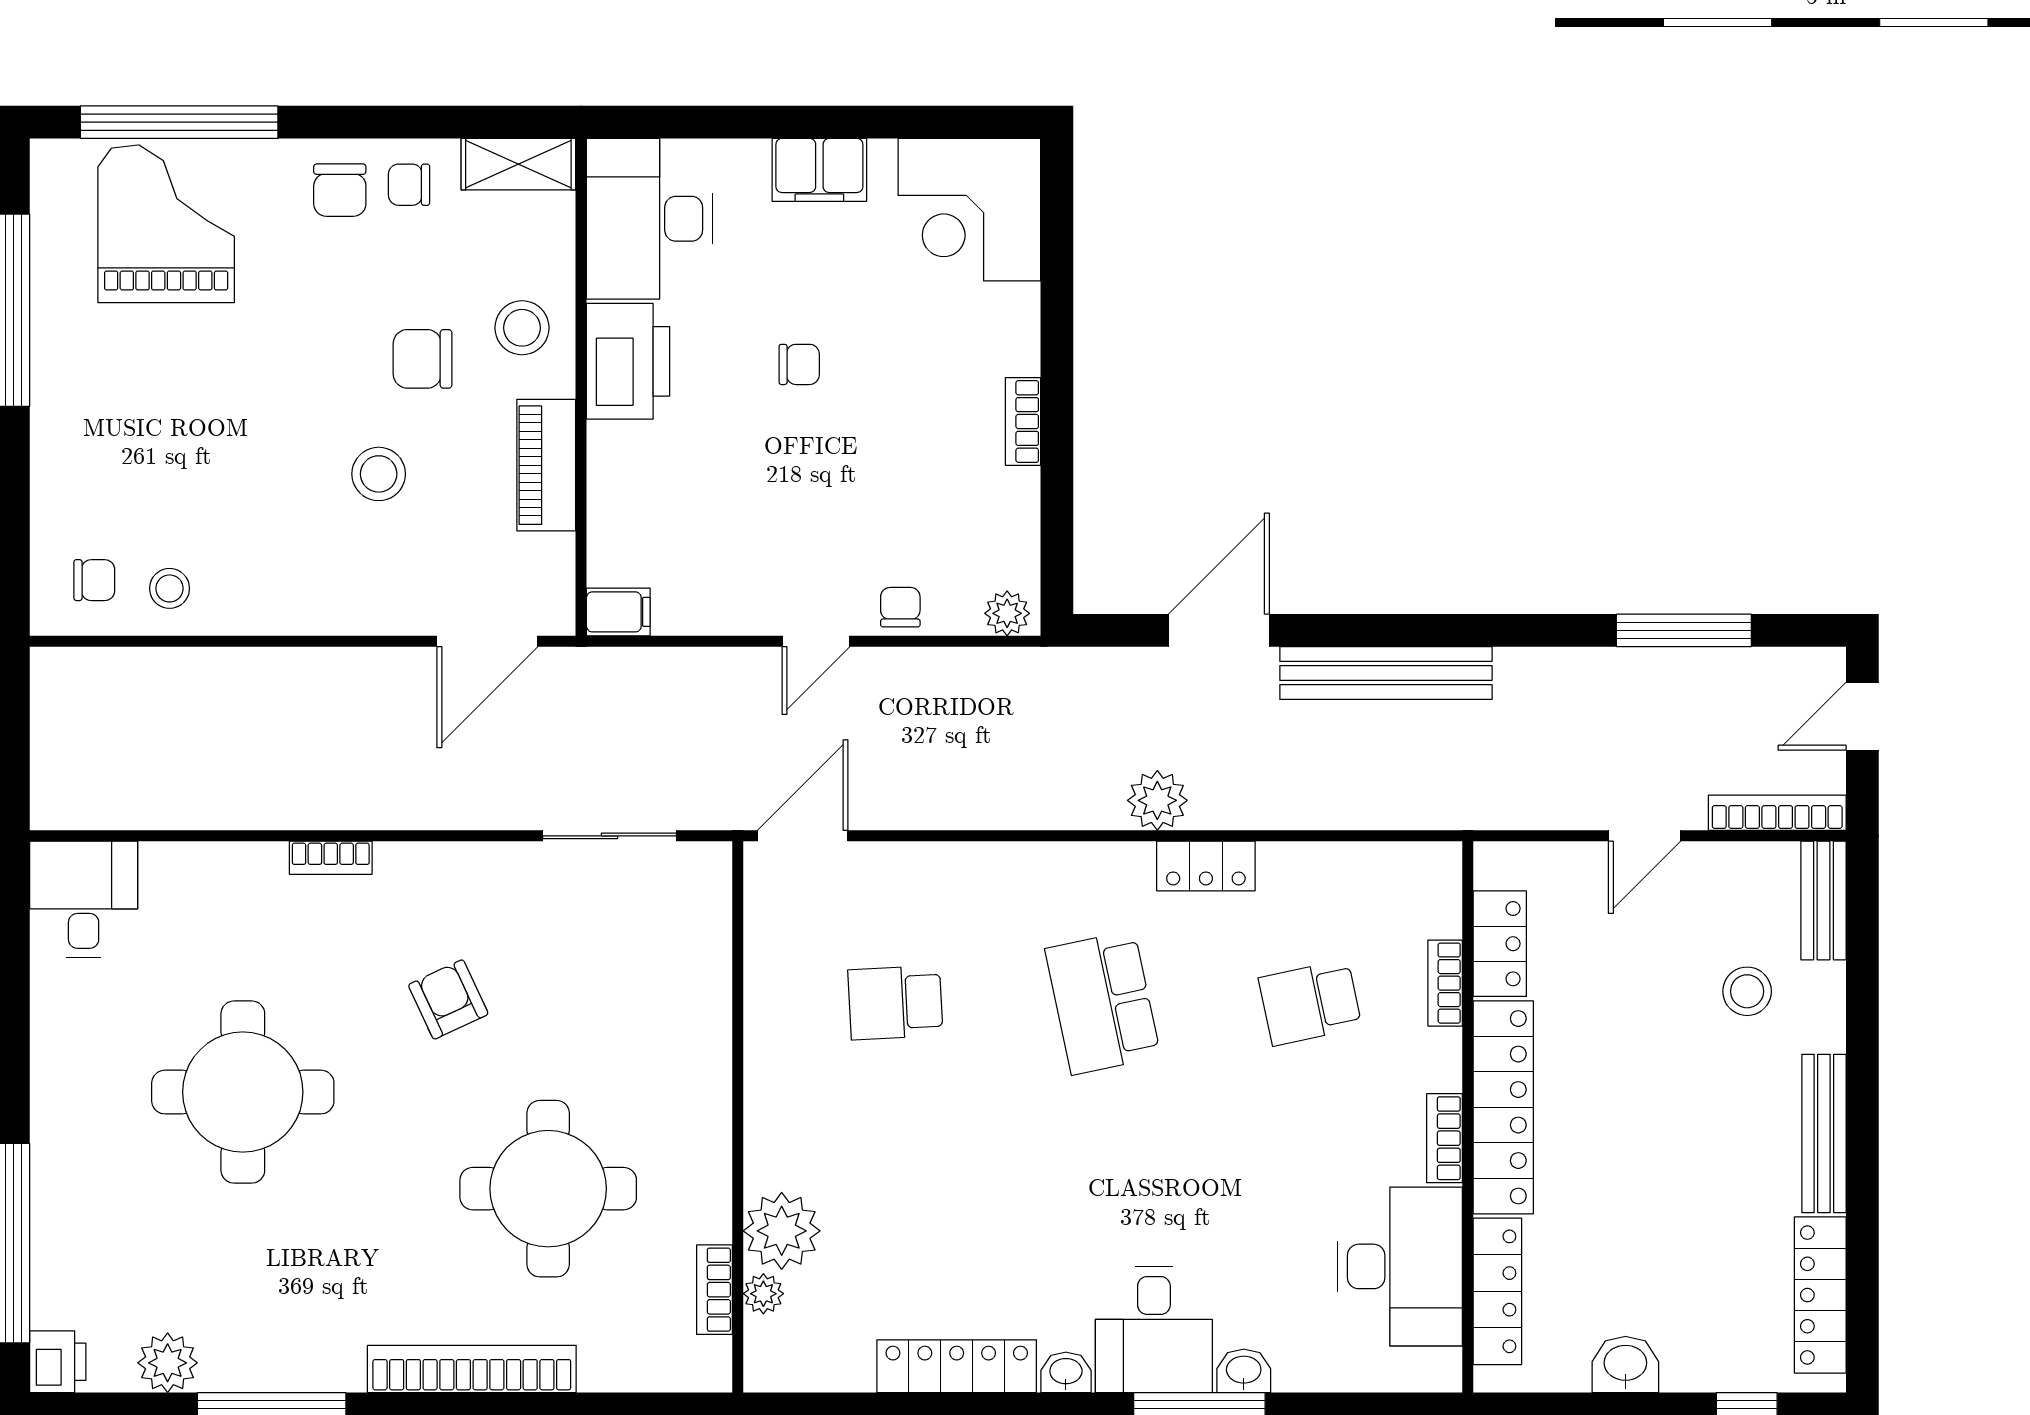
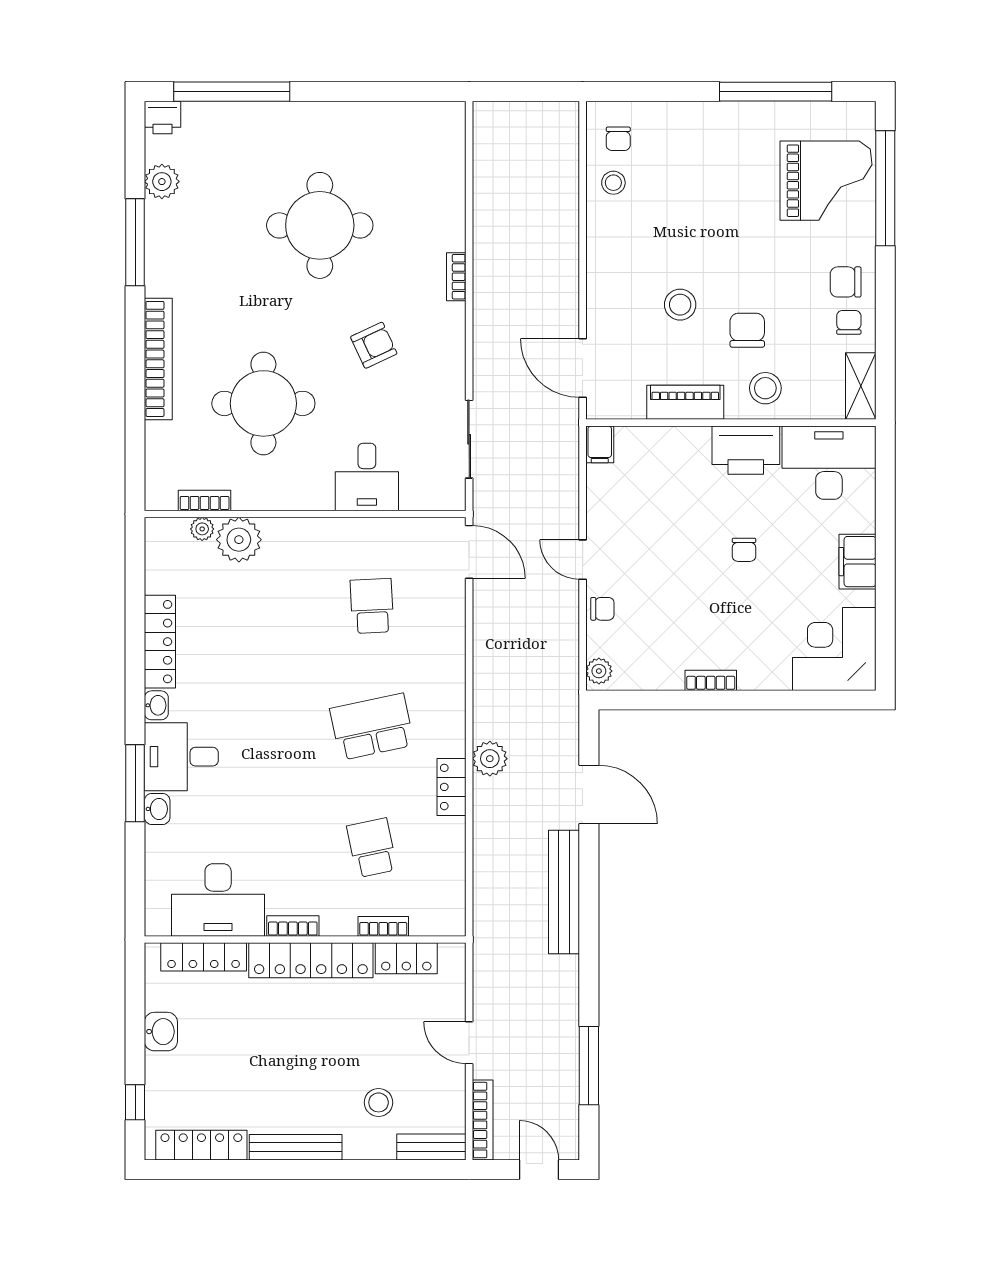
desk: (84, 899) -> (367, 477), moved, turned 90

